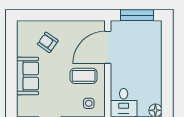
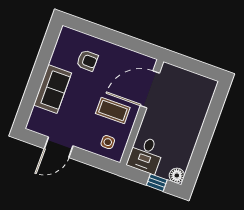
window: (137, 15) -> (194, 66), removed
armchair: (48, 42) -> (87, 61), turned 146

